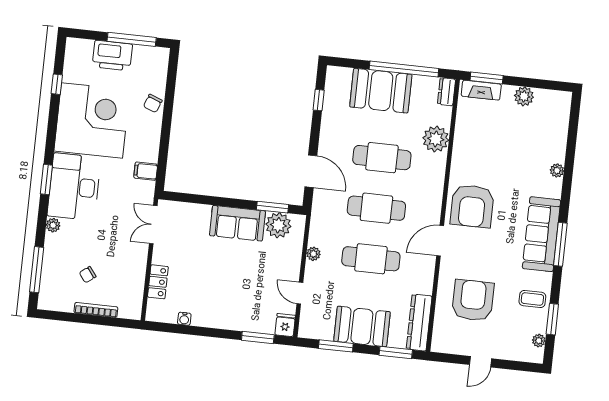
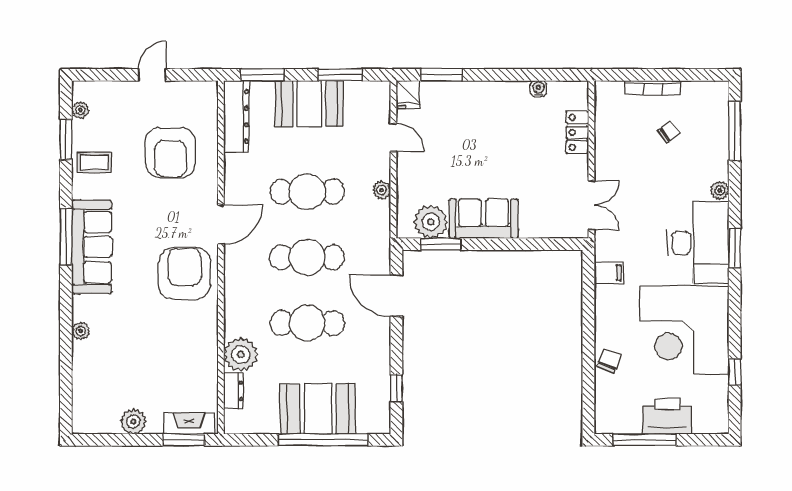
window: (404, 69) -> (323, 440), moved
dresser: (446, 92) -> (233, 391), moved

